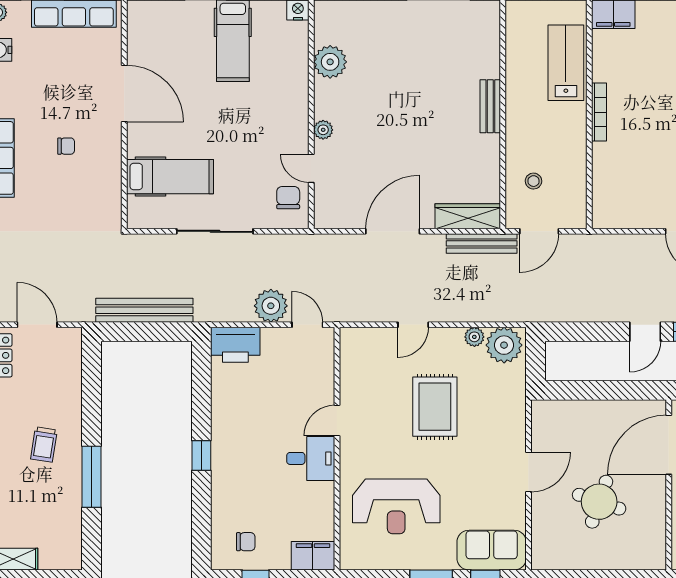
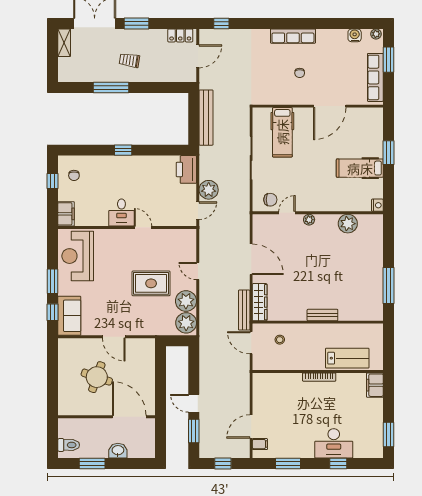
plant: (474, 337) -> (186, 301), width x1.88, depth x1.88
reception desk: (396, 506) -> (78, 256), moved

